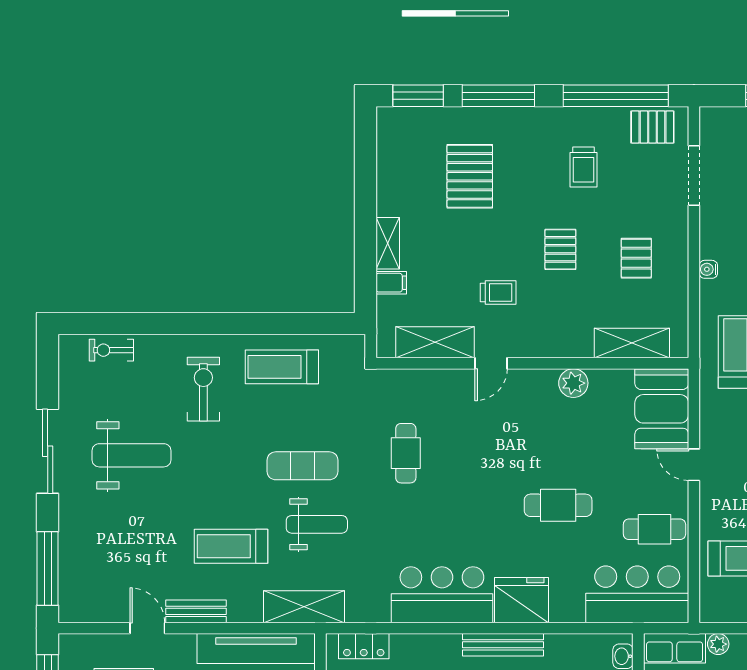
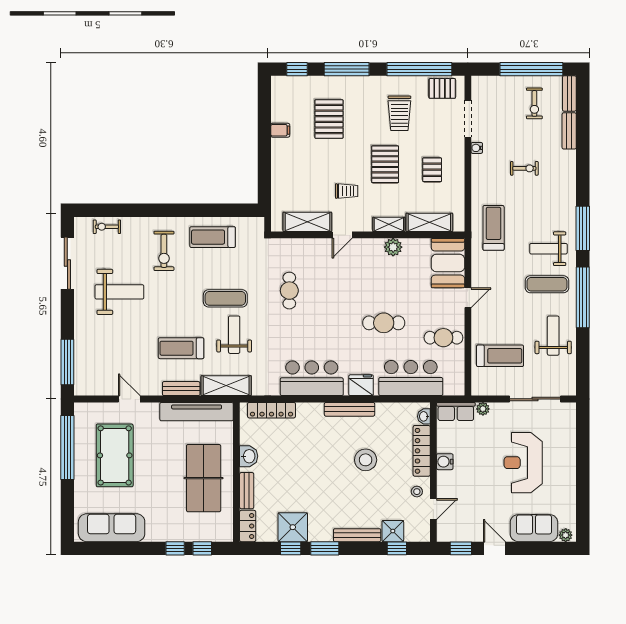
window: (418, 96) -> (297, 69), width x0.67
trolley: (584, 167) -> (399, 113), width x1.36, depth x1.39
shelving: (388, 243) -> (389, 224), moved, turned 90
pallet: (560, 249) -> (385, 164), width x1.50, depth x1.42
water cooler: (708, 269) -> (477, 148), moved
filing cabinet: (391, 283) -> (280, 130), moved
exercise bike: (203, 389) -> (164, 251), turned 180
sliding door: (48, 451) -> (67, 263), moved
door: (694, 465) -> (468, 298), swing flipped
weight bench: (317, 524) -> (234, 335), turned -90
bar counter: (637, 594) -> (411, 378), moved
fridge: (521, 600) -> (361, 385), width x0.73, depth x0.75
bench: (196, 611) -> (181, 389), moved
locker: (364, 646) -> (272, 410), width x1.53

